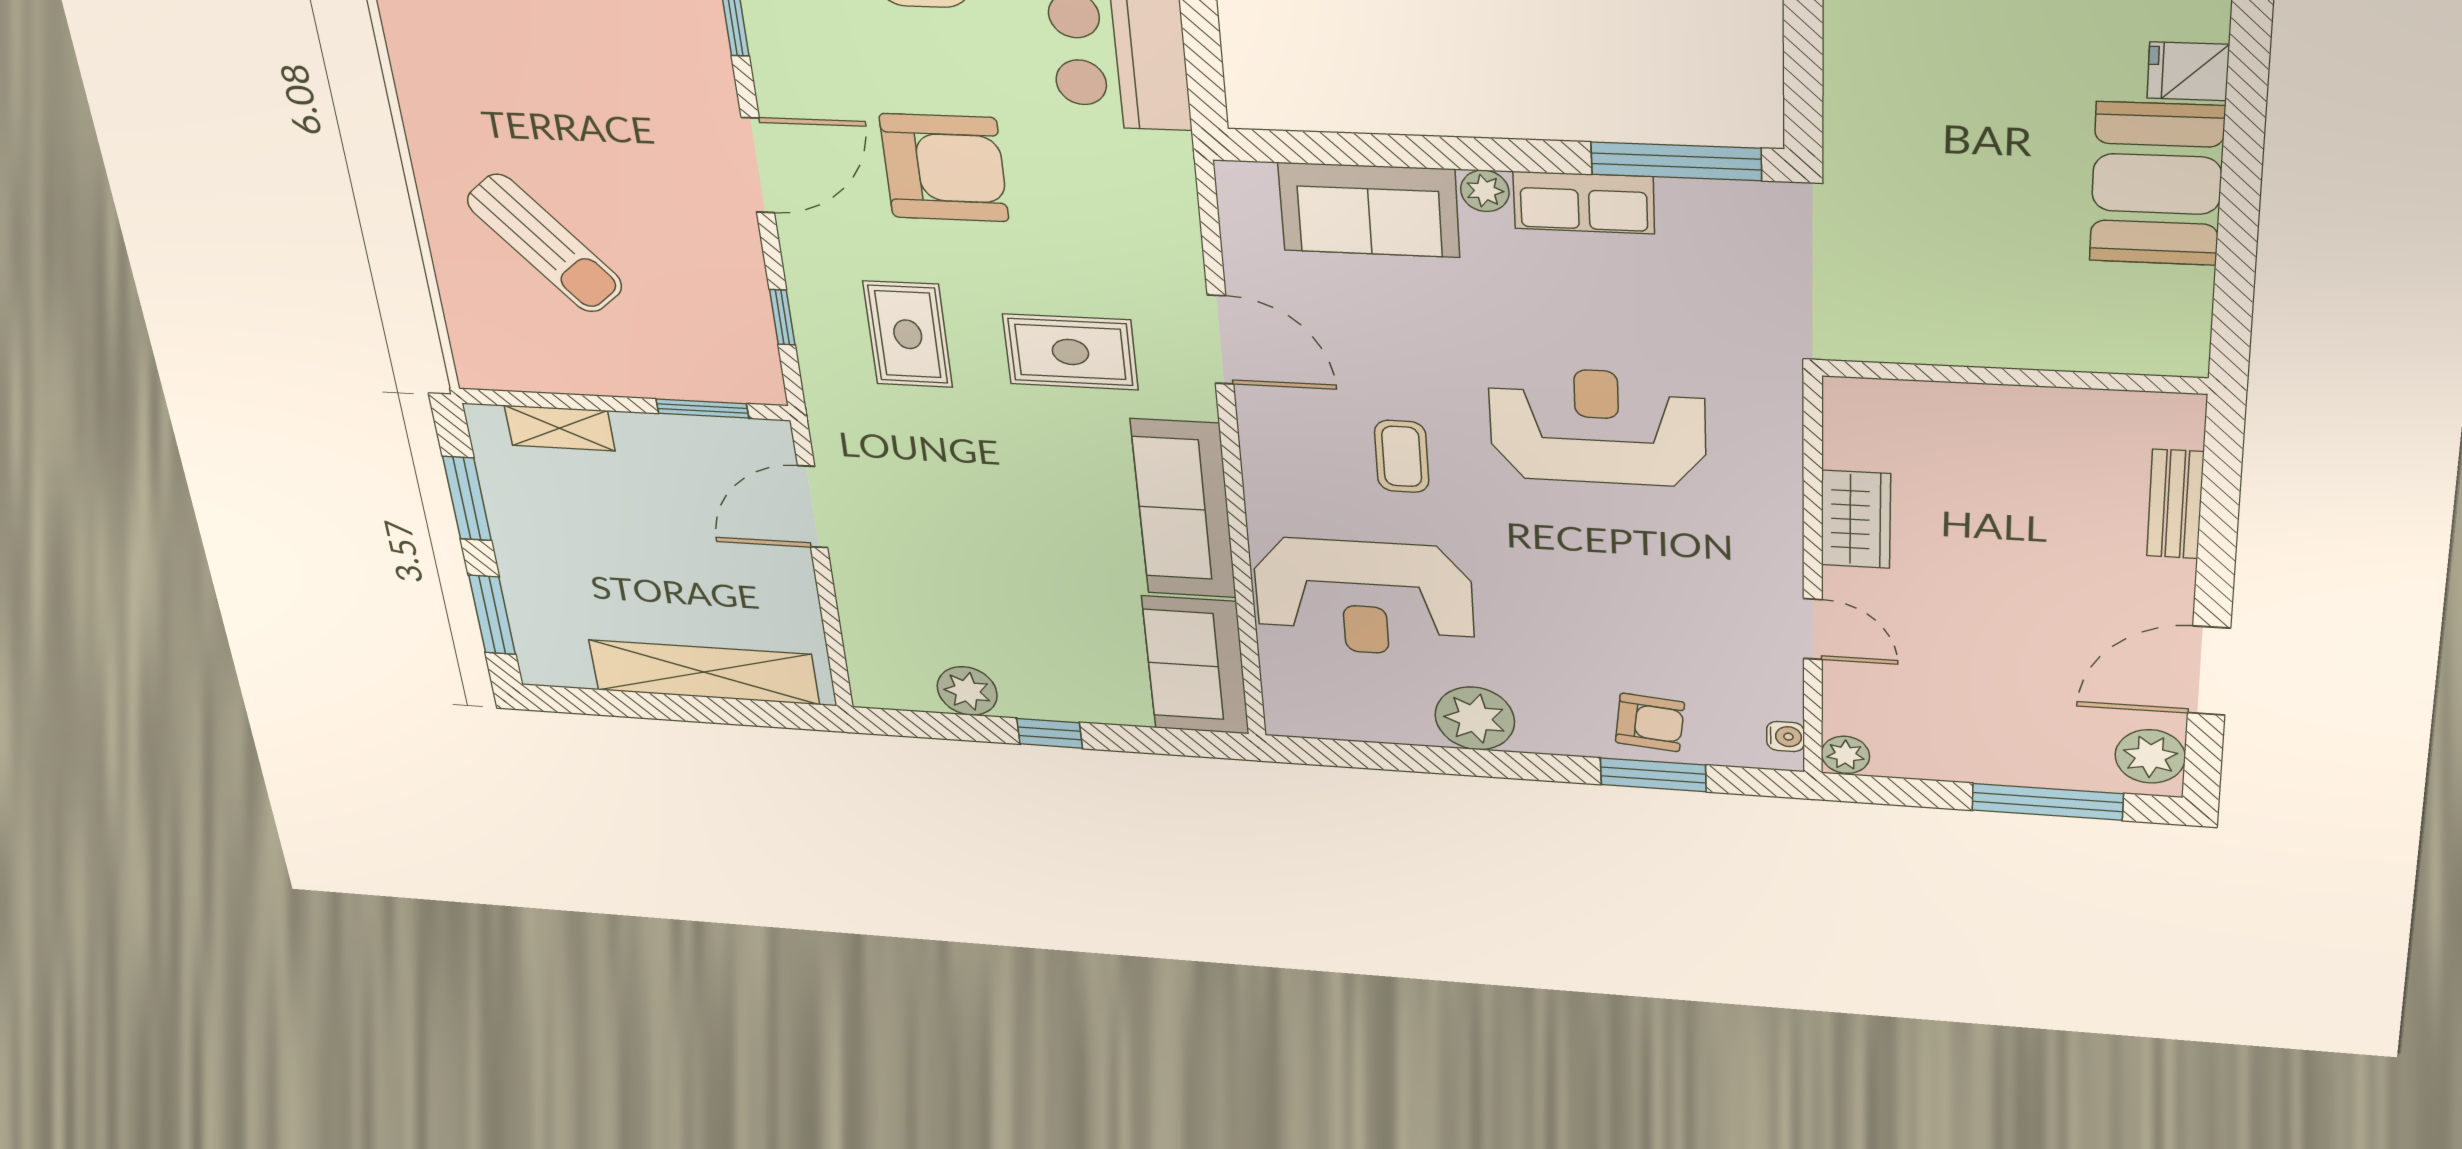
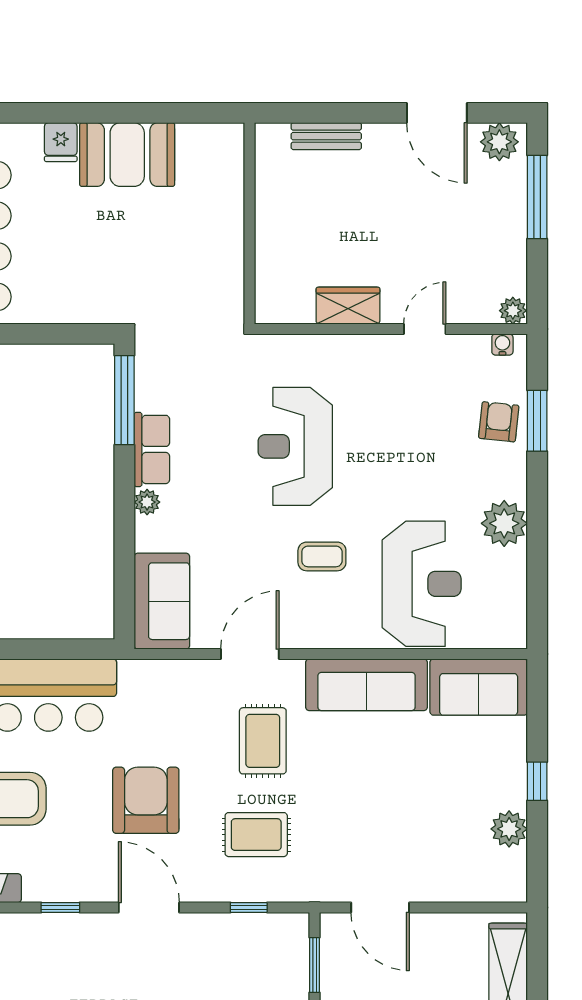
sofa: (1369, 210) -> (162, 601), moved

